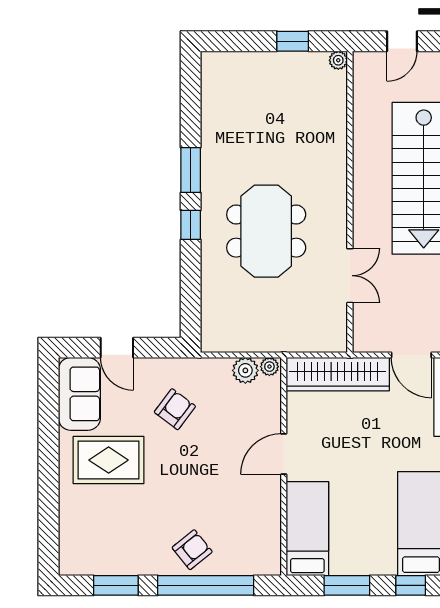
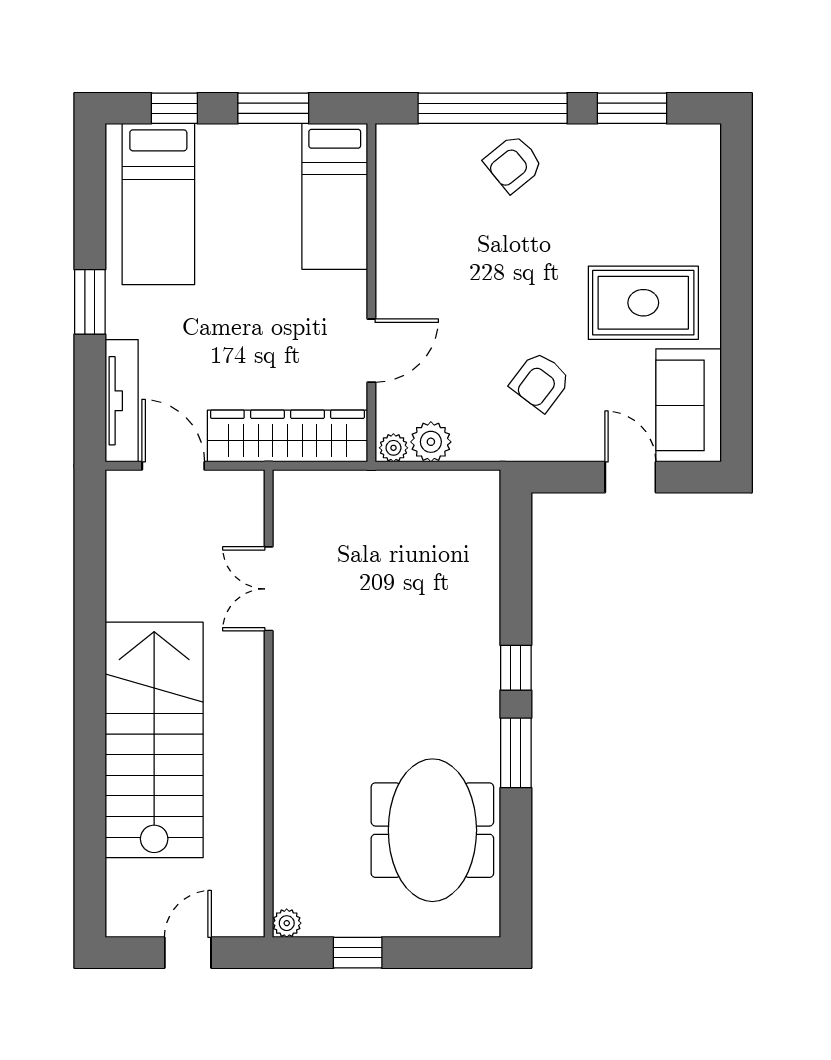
meeting table: (266, 231) -> (432, 830), moved
door: (284, 454) -> (371, 351), moved

